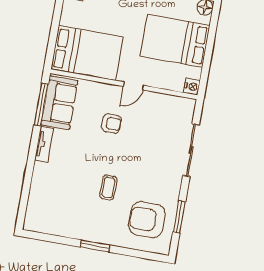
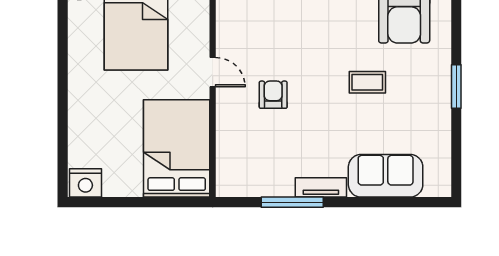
sofa: (59, 103) -> (386, 176), moved
window: (41, 104) -> (292, 202), moved

